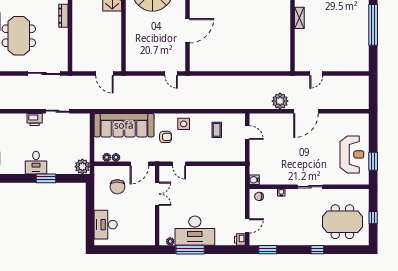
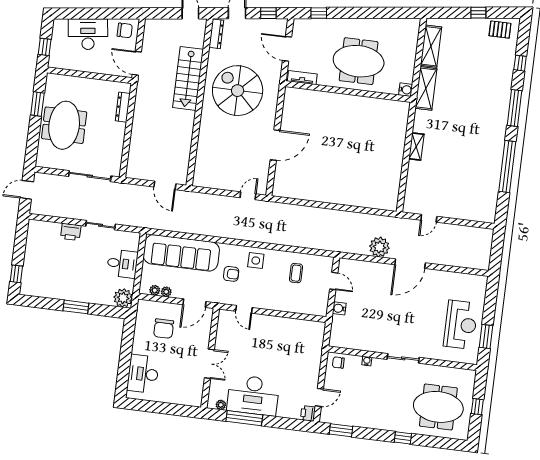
door: (171, 73) -> (248, 196), swing flipped
desk: (36, 163) -> (122, 264), moved, turned -90
water cooler: (254, 180) -> (339, 308), moved
double door: (157, 194) -> (209, 364), moved

